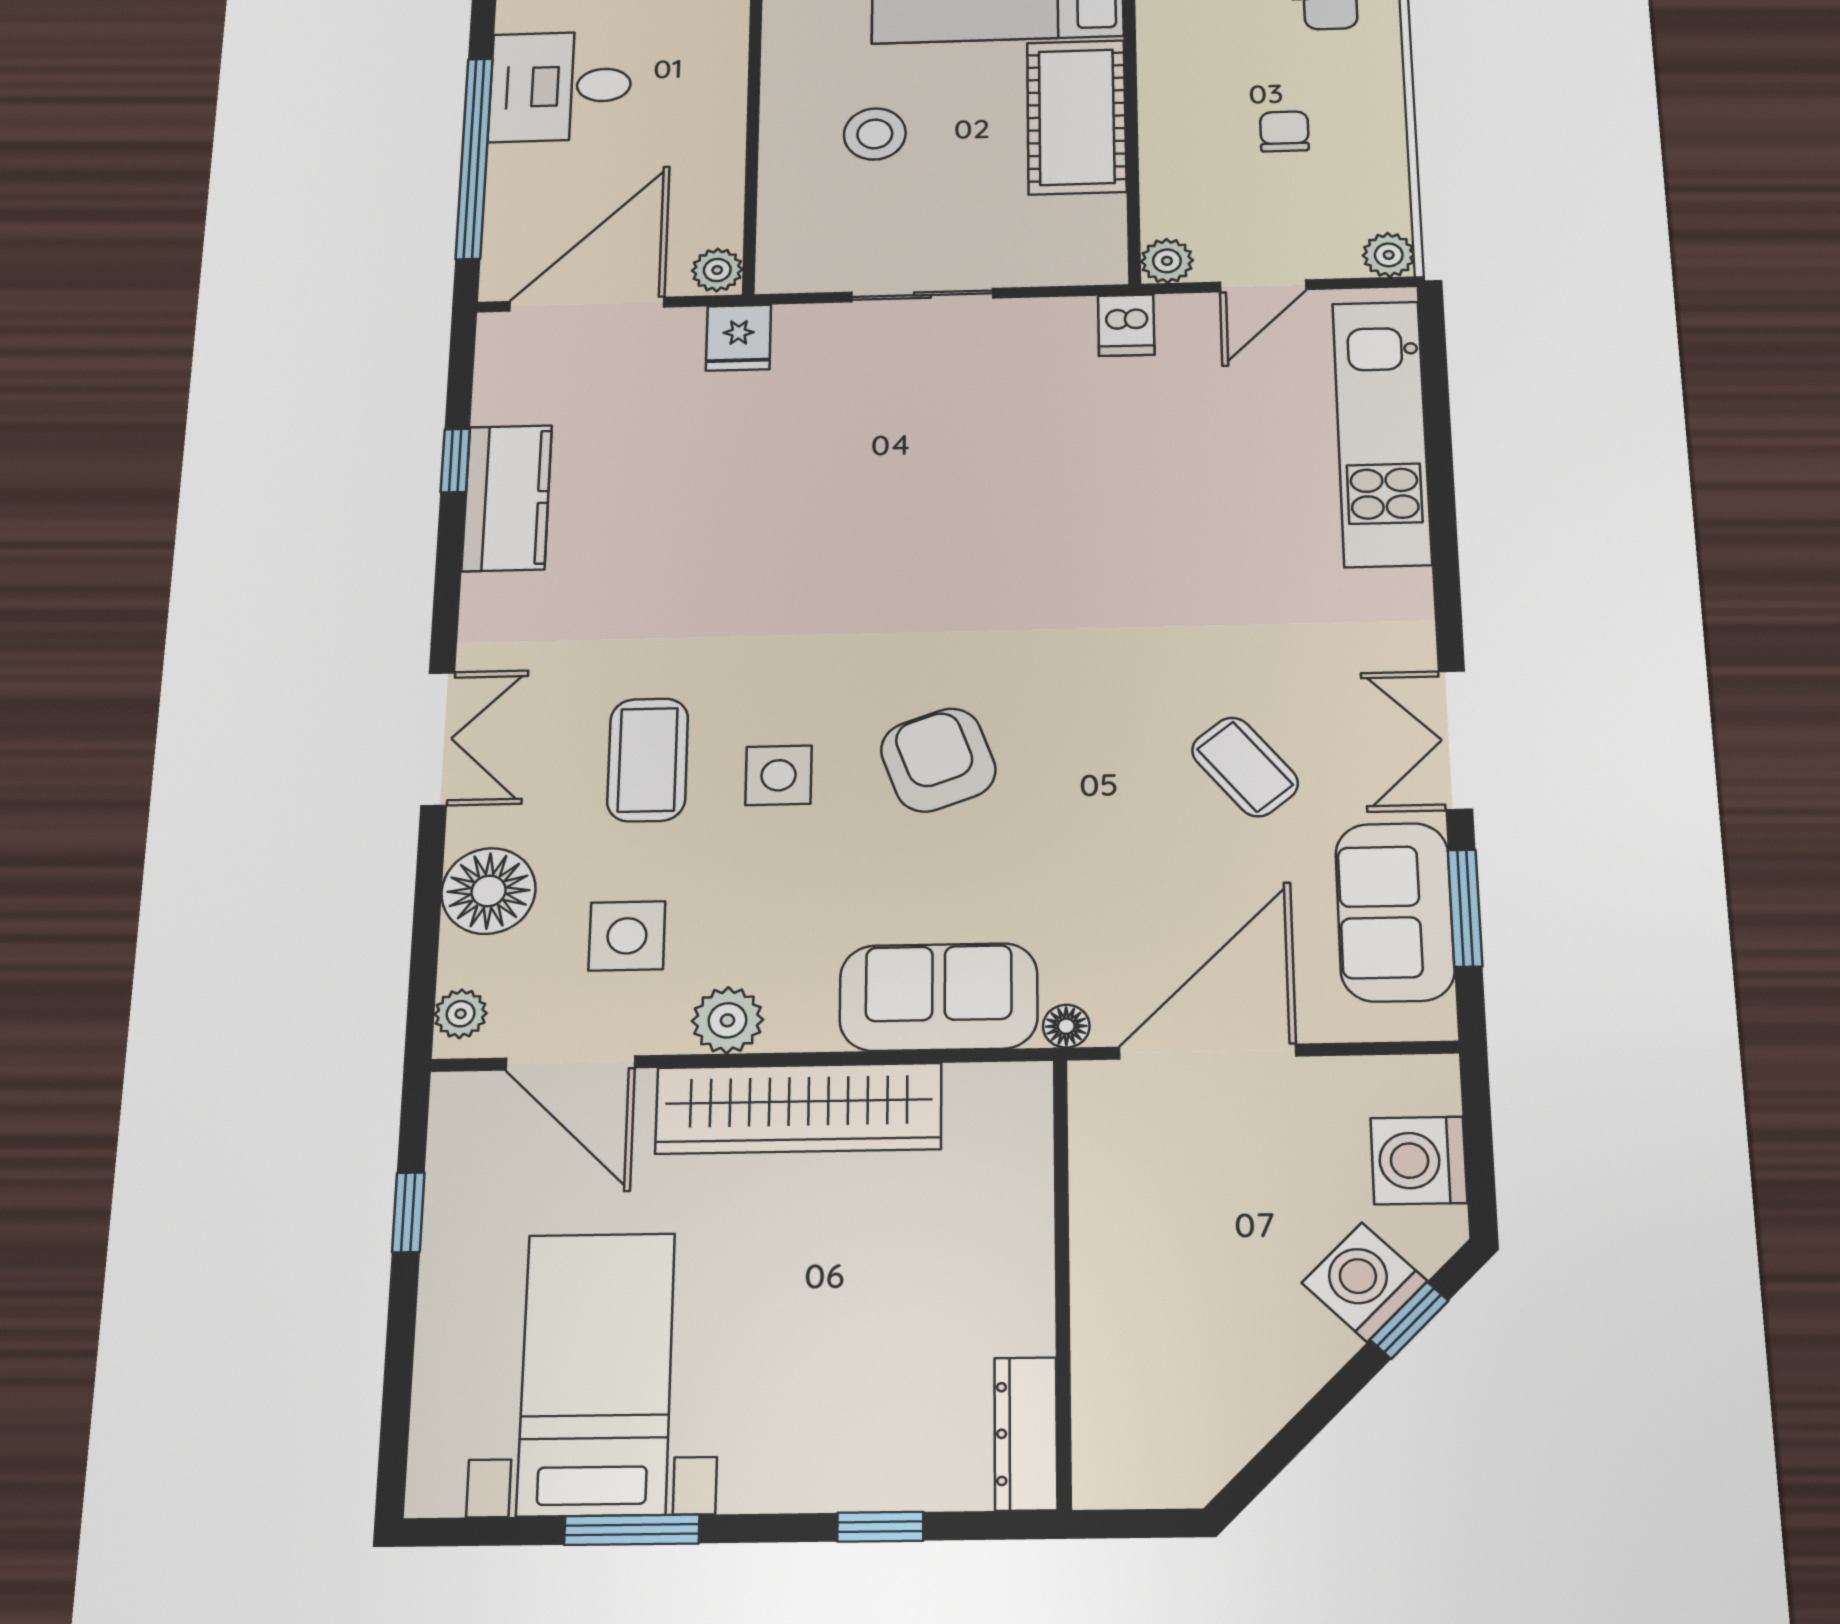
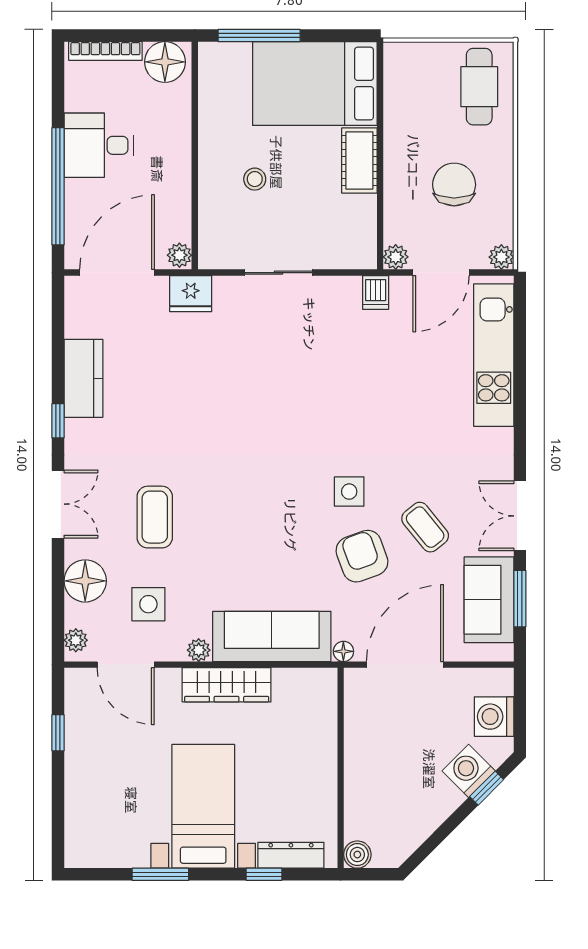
cot: (1077, 117) -> (359, 160), width x0.73, depth x0.75
chair: (1284, 131) -> (454, 185), width x1.87, depth x1.87
stool: (875, 134) -> (255, 179), width x0.73, depth x0.73
door: (1263, 286) -> (441, 273), width x1.38
fridge: (739, 338) -> (191, 294), width x1.38
window: (455, 461) -> (58, 421), moved
armchair: (938, 760) -> (362, 556), moved
side table: (779, 775) -> (349, 492), moved
sofa: (939, 997) -> (272, 636), width x1.36
plant: (727, 1020) -> (199, 650), width x0.73, depth x0.73
wardrobe: (799, 1108) -> (227, 685), width x0.71, depth x0.85
bed with nightstands: (596, 1373) -> (203, 806), moved
dresser: (1026, 1434) -> (291, 855), moved, turned 90
boiler: (1104, 1478) -> (357, 855), added

